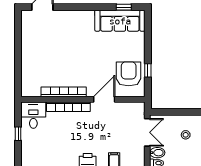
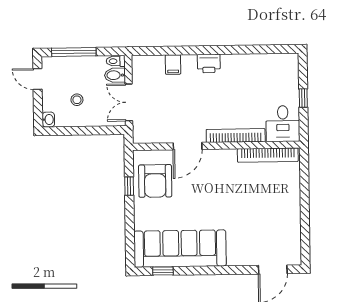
sofa: (120, 21) -> (180, 249), width x1.36, depth x1.27
bookcase: (64, 92) -> (268, 155), moved

